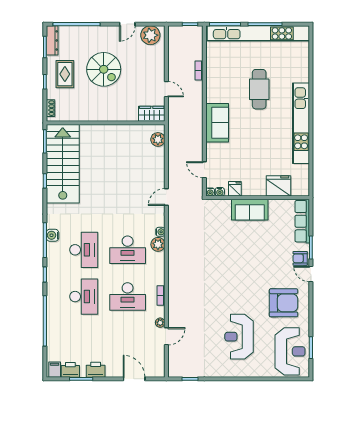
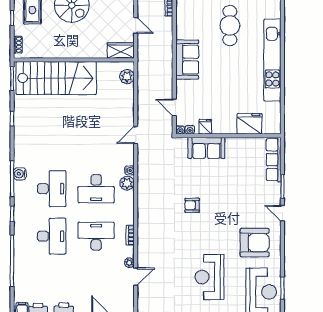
stairs: (63, 164) -> (56, 78), moved, turned 90
sofa: (250, 210) -> (206, 148), moved
armchair: (300, 258) -> (192, 205), moved
desk: (128, 297) -> (96, 236), turned 180

